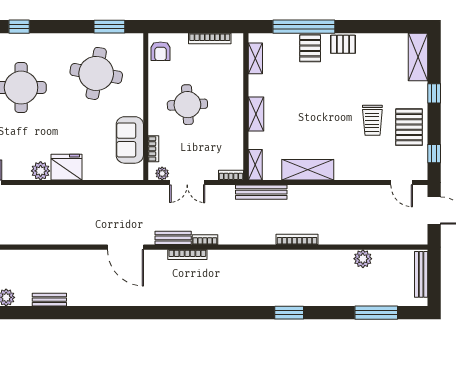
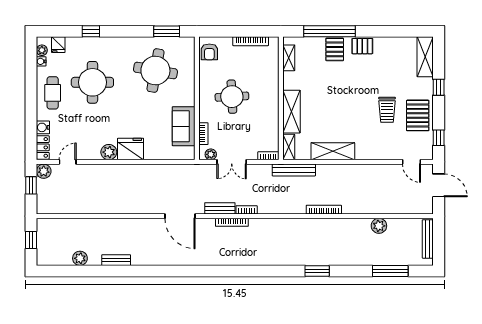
shelving: (256, 114) -> (292, 112), width x1.50, depth x1.33

